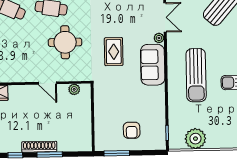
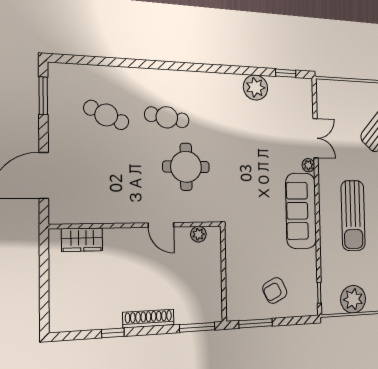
rug: (114, 52) -> (251, 182), removed
sofa: (153, 65) -> (301, 211), width x1.36
armchair: (132, 130) -> (275, 290), turned 64
window: (50, 155) -> (197, 327), moved

